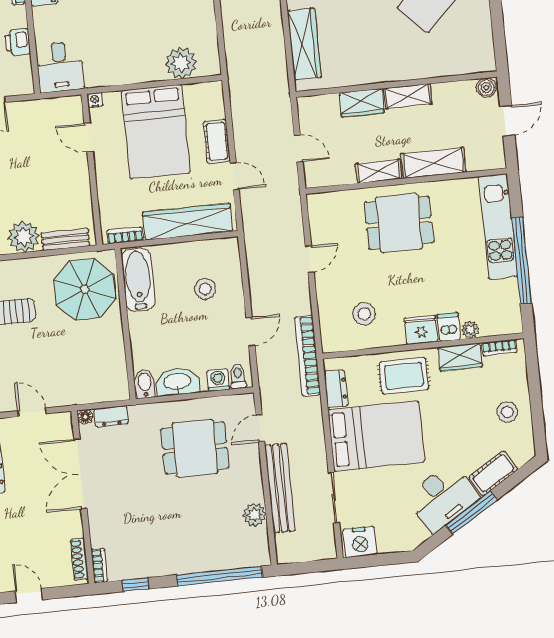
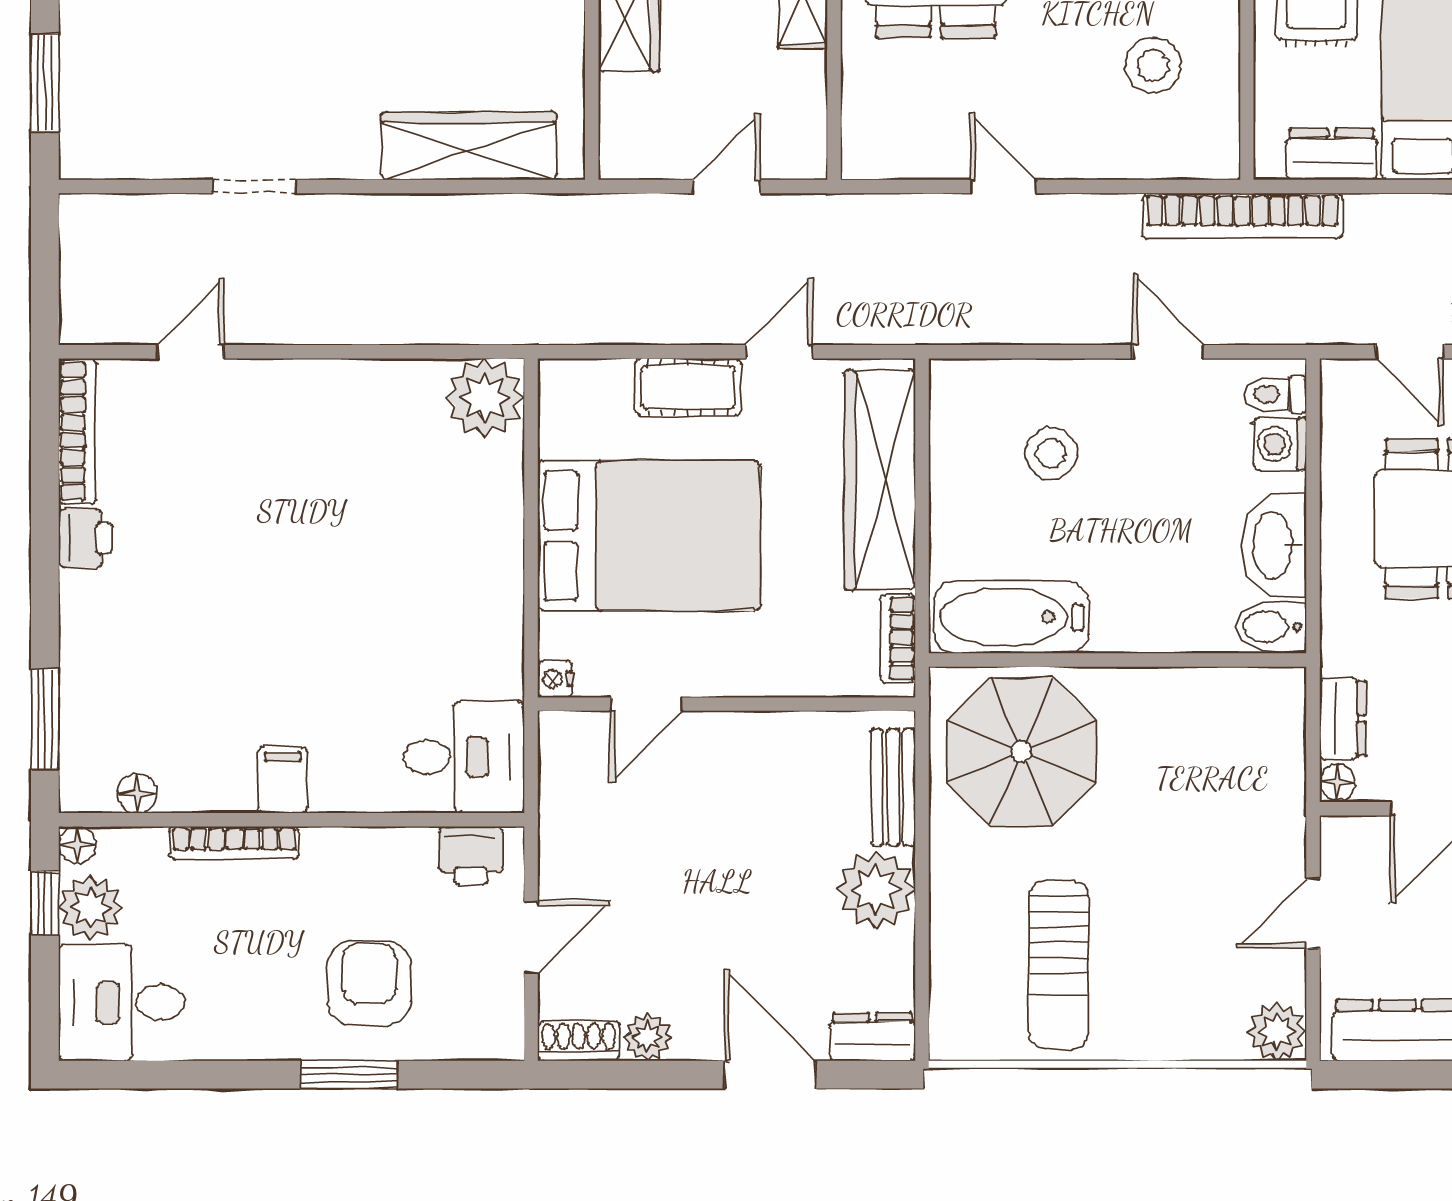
printer: (18, 42) -> (471, 855), moved
plant: (181, 63) -> (485, 398), moved

